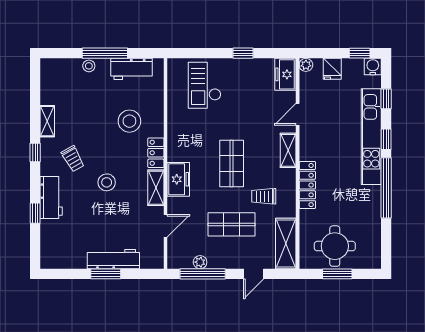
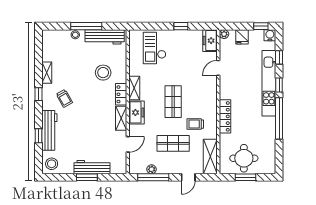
workbench: (132, 69) -> (105, 37), width x1.37
shelving: (288, 150) -> (134, 88), moved
stool: (107, 182) -> (52, 164), moved
workbench: (51, 197) -> (49, 130), width x1.38

